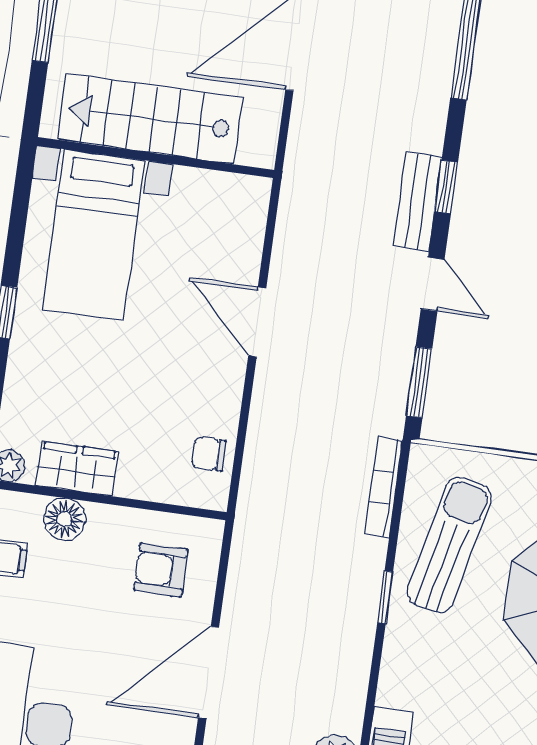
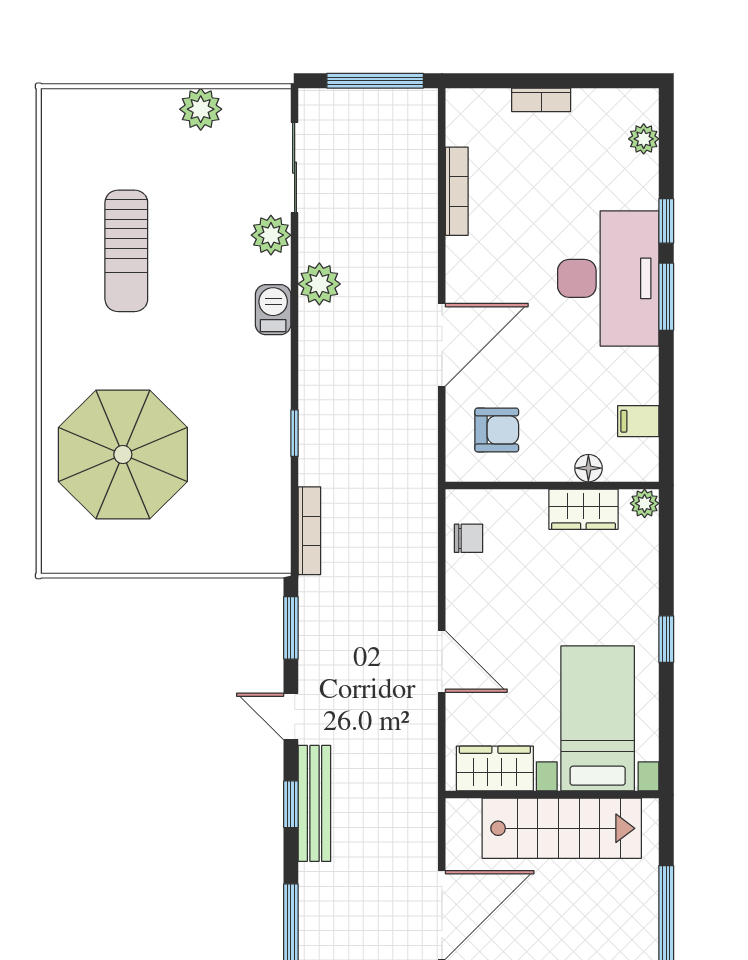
wardrobe: (215, 195) -> (495, 769), added
bench: (418, 201) -> (314, 803), width x1.36
floor lamp: (64, 519) -> (588, 468), width x0.73, depth x0.73
sun lounger: (449, 545) -> (244, 487), removed

